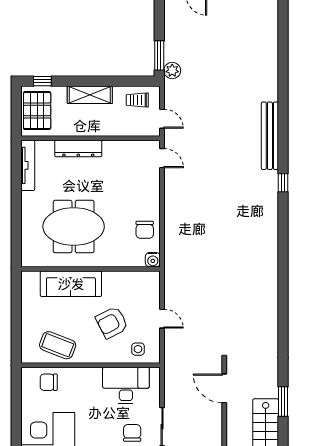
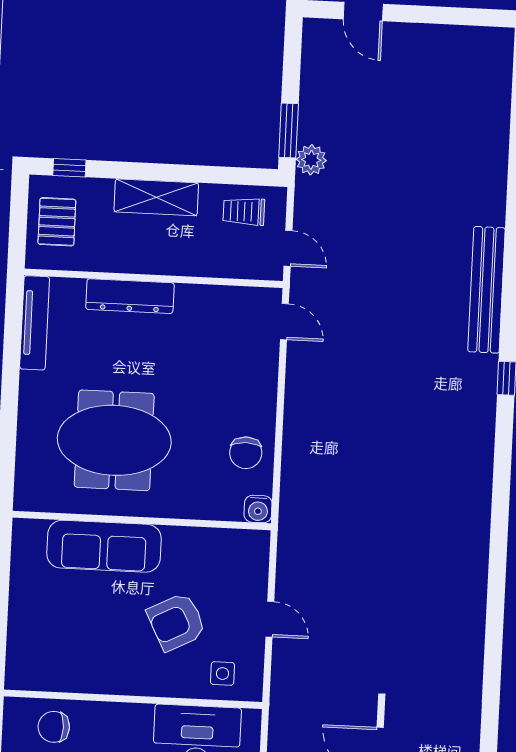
pallet: (37, 110) -> (57, 222), width x0.67, depth x0.71
coffee table: (58, 345) -> (74, 659), removed

